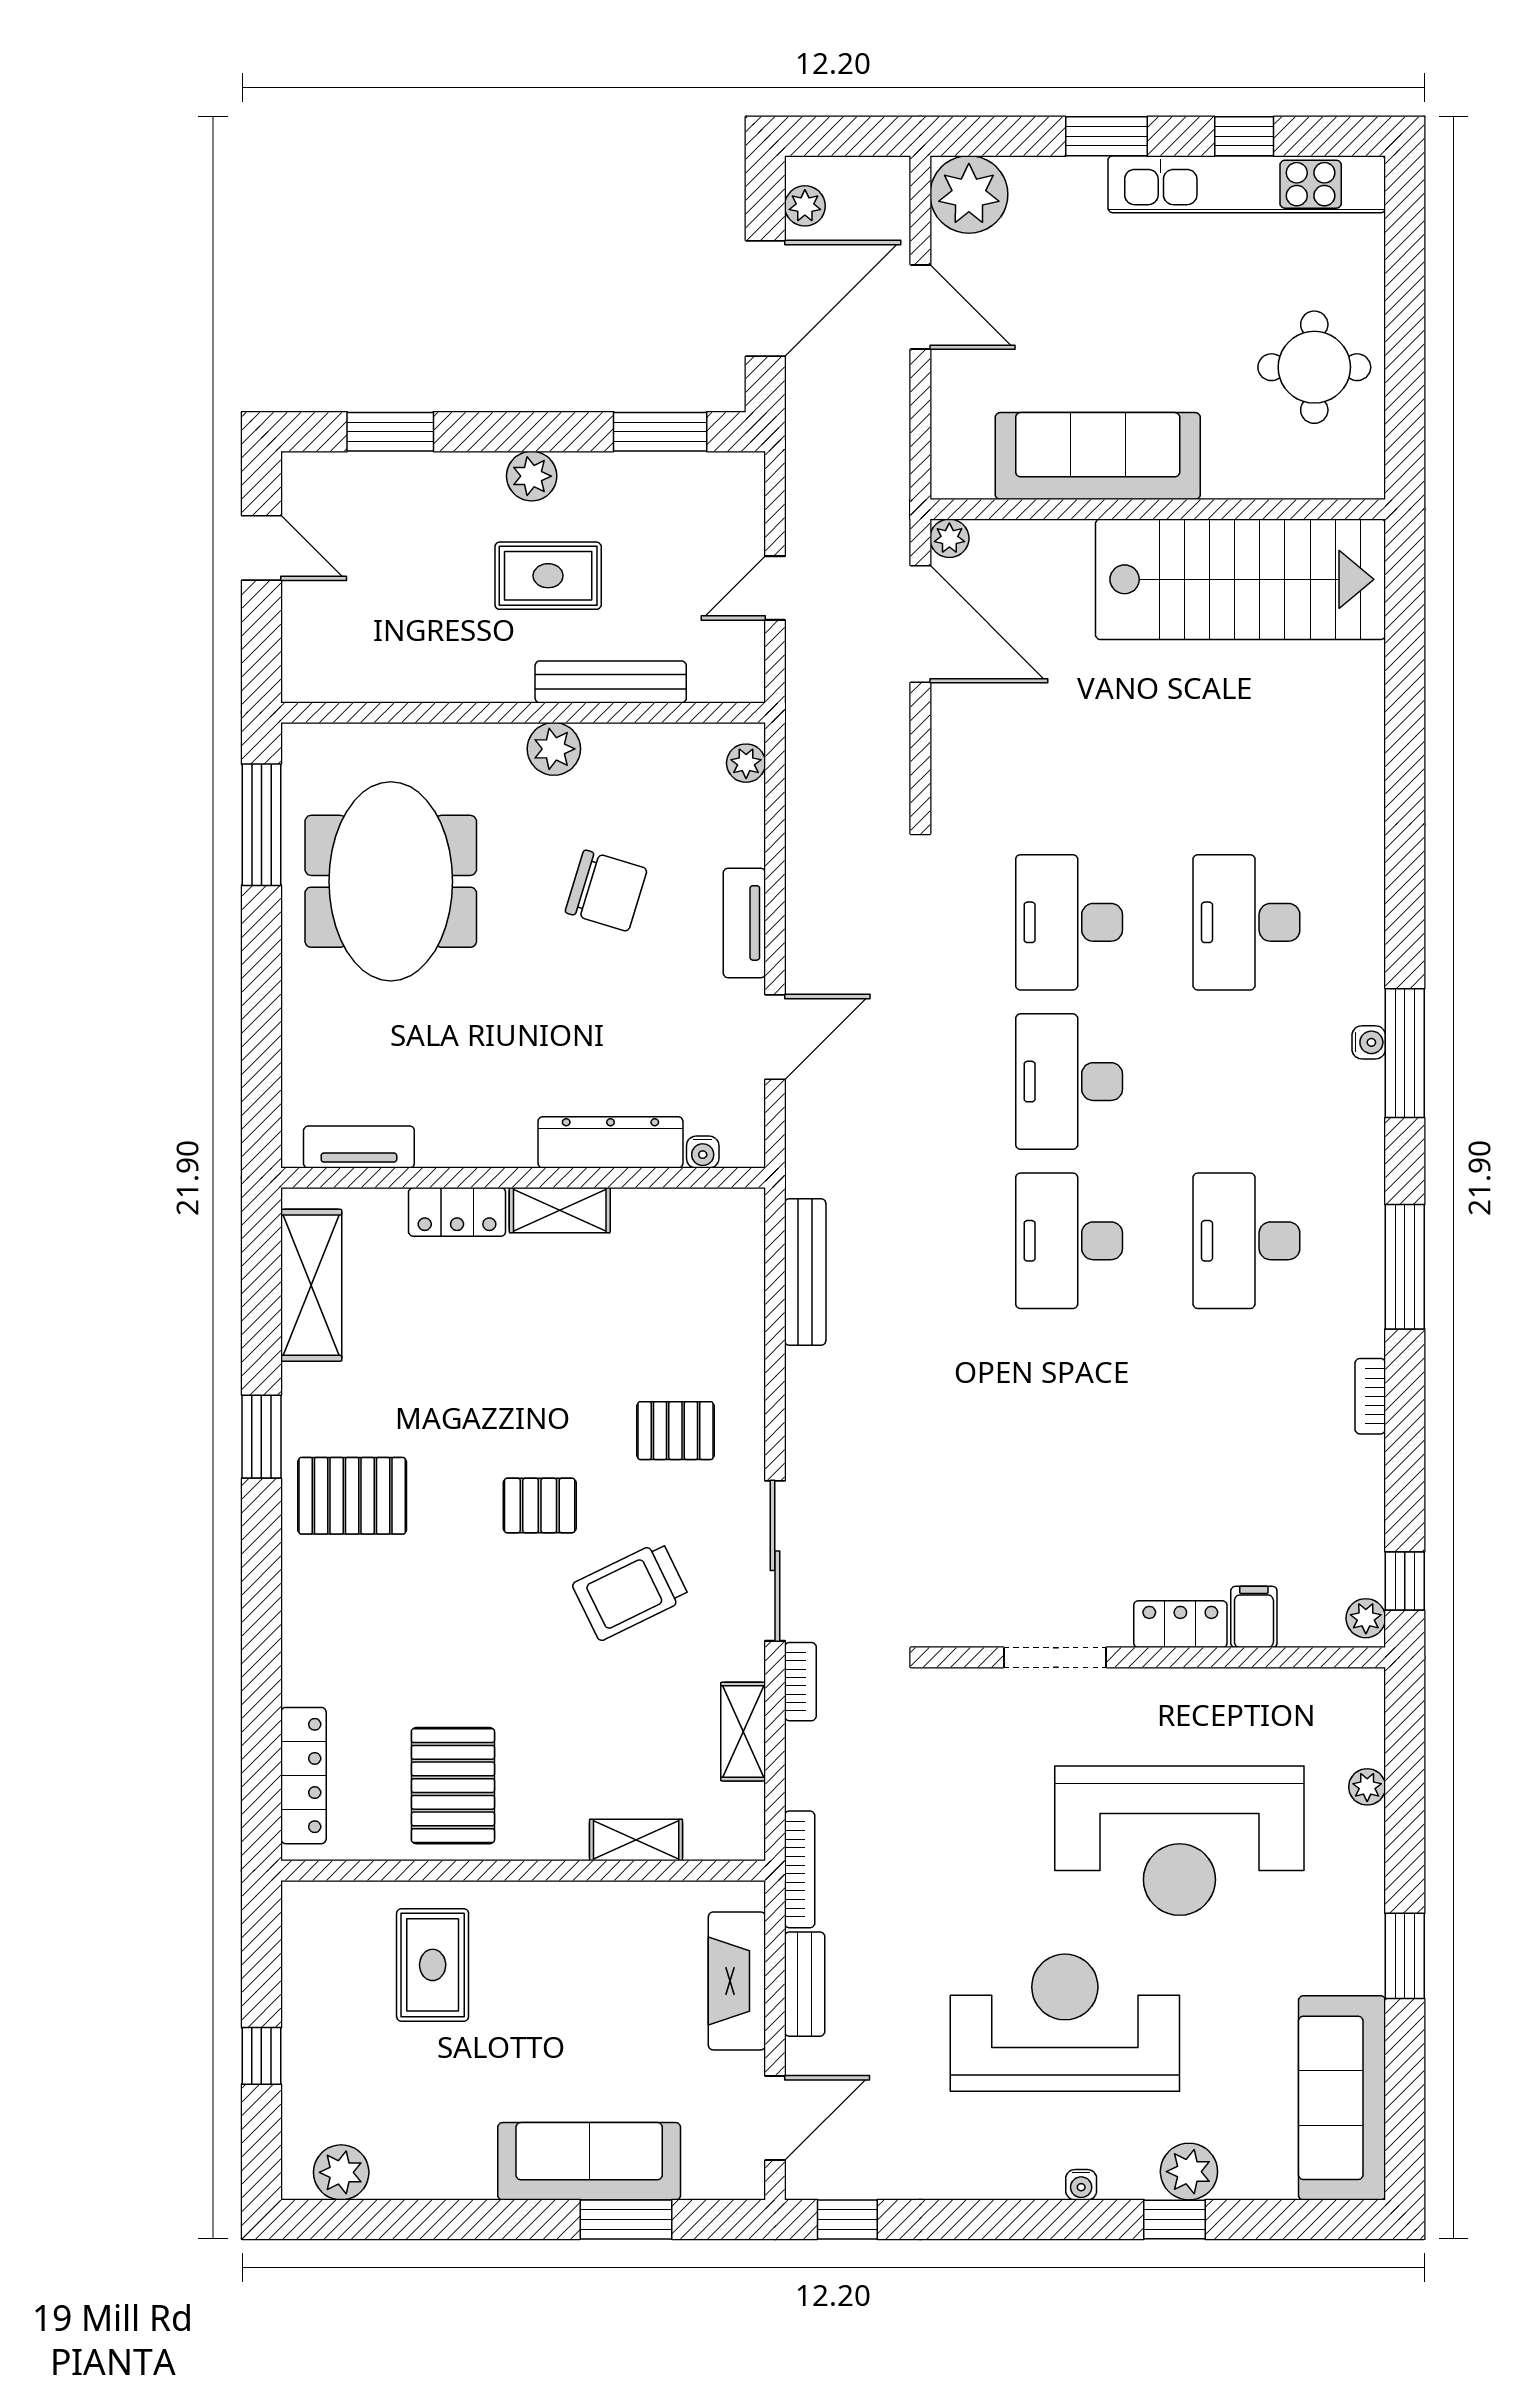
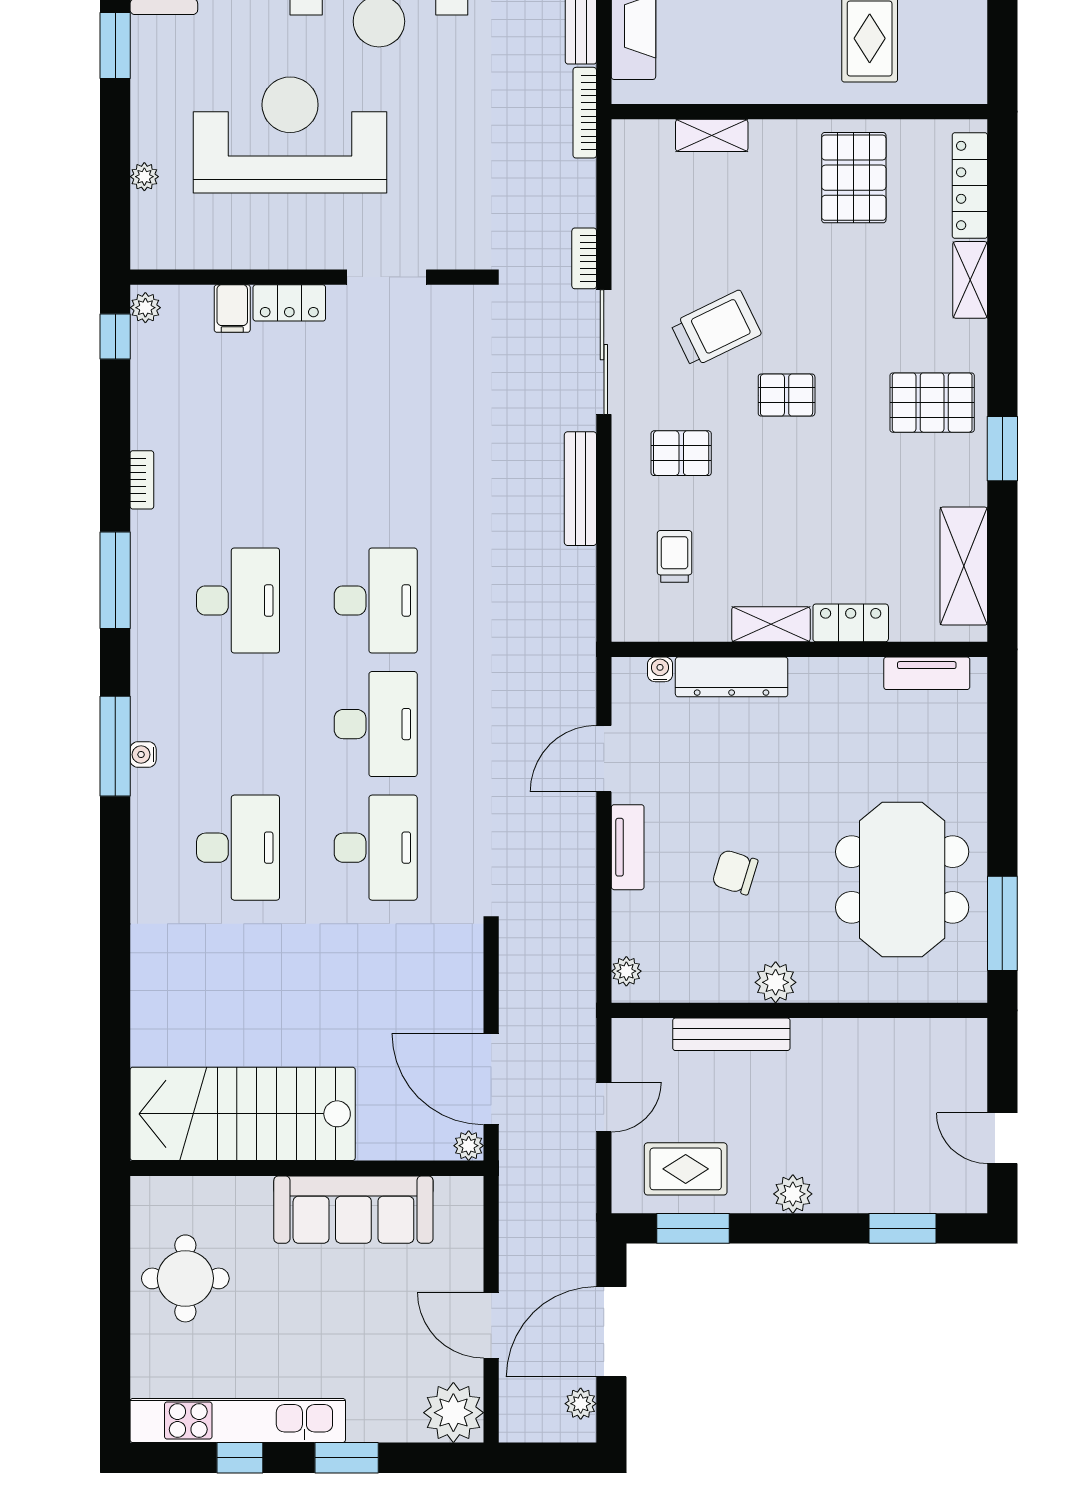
rug: (548, 576) -> (686, 1169), moved
chair: (606, 891) -> (735, 872), width x0.73, depth x0.73
bench: (805, 1272) -> (580, 489), moved
trolley: (684, 1298) -> (675, 556), added
shelving: (743, 1732) -> (970, 280), moved

